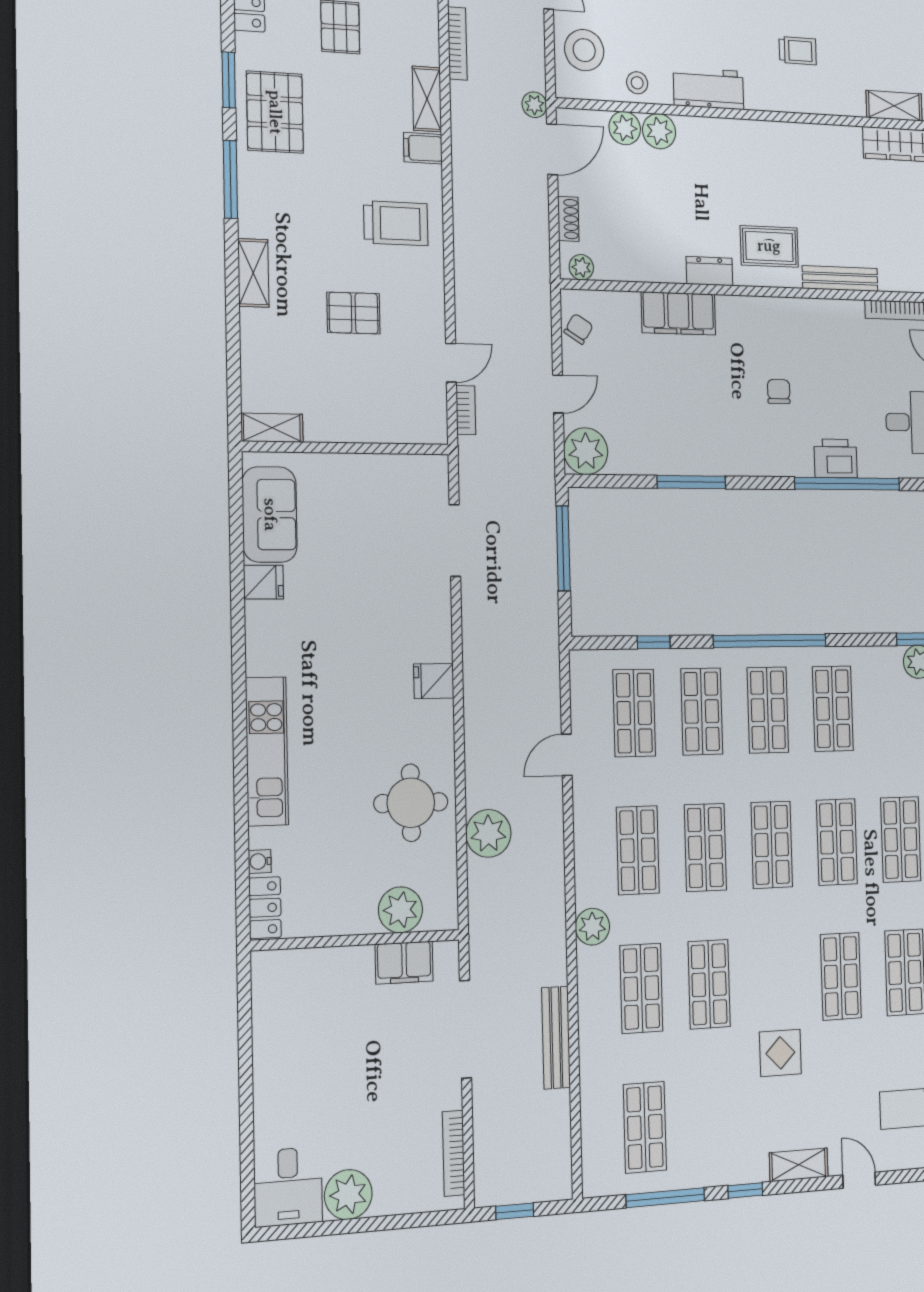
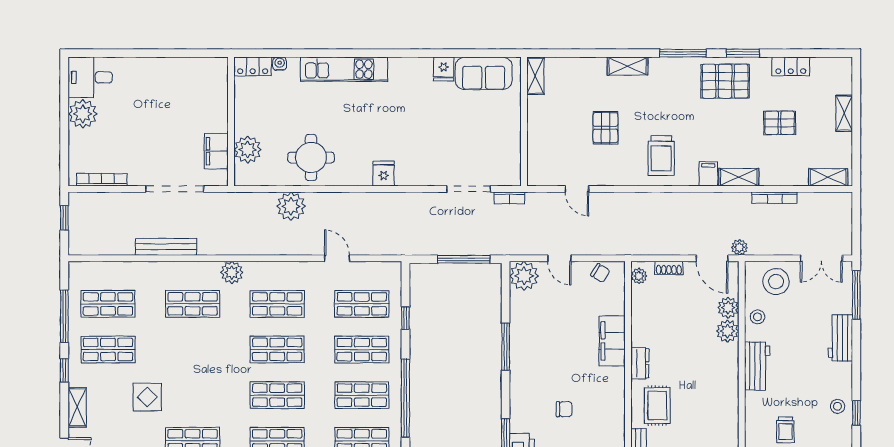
bookcase: (466, 410) -> (509, 198), moved
shop shelf: (709, 984) -> (108, 350), moved

